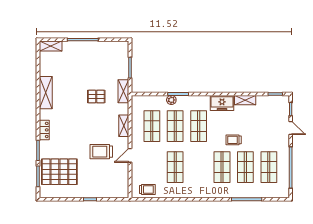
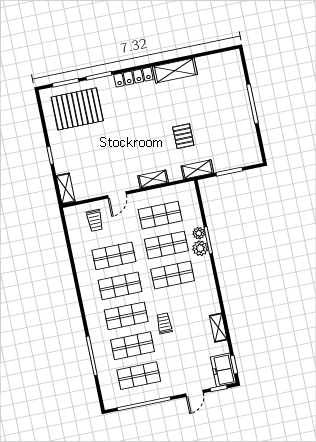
shelving: (51, 46) -> (66, 189), moved
plant: (183, 101) -> (200, 248), added
freezer: (222, 103) -> (223, 370), moved
locker: (44, 130) -> (133, 77), width x1.53
trolley: (101, 152) -> (114, 157), removed
door: (130, 155) -> (117, 195), swing flipped
shop shelf: (199, 167) -> (120, 286), added
pallet: (59, 172) -> (77, 109), turned 90
trolley: (147, 190) -> (95, 220), moved

